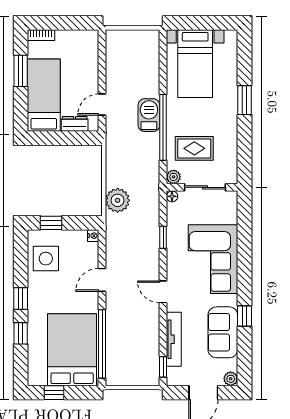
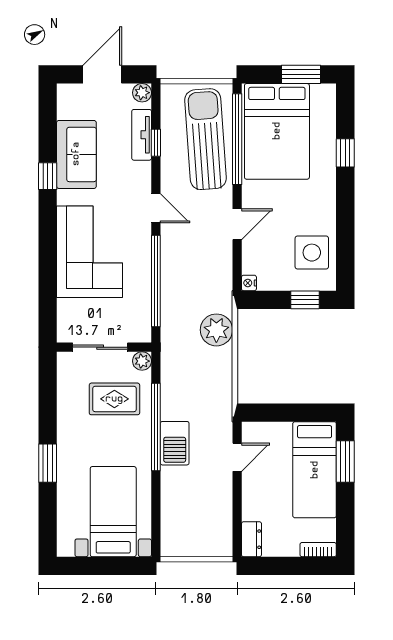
window: (21, 71) -> (345, 462), moved
dresser: (75, 124) -> (251, 539), moved, turned -90
floor lamp: (172, 196) -> (144, 335), removed
window: (163, 237) -> (156, 281), width x3.17
window: (21, 299) -> (345, 199), removed
tv unit: (174, 339) -> (142, 135), width x0.71
sun lounger: (126, 344) -> (206, 139), added
window: (163, 367) -> (156, 143), moved
plant: (231, 379) -> (142, 93), moved
window: (54, 393) -> (301, 74), width x1.50

